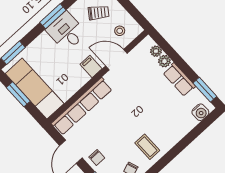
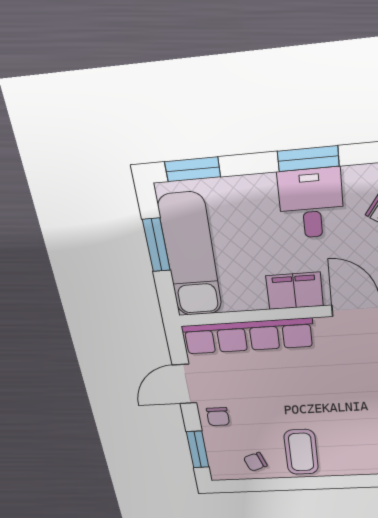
filing cabinet: (91, 67) -> (295, 291), width x2.00
coffee table: (147, 147) -> (301, 452), width x1.36, depth x1.30

